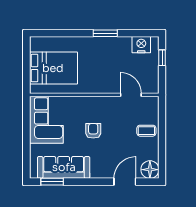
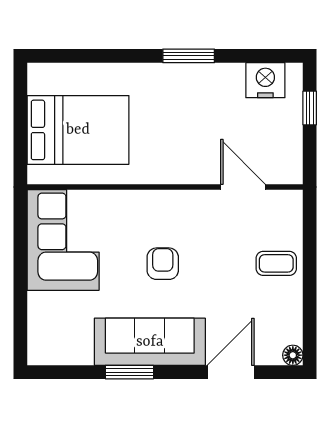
sofa: (64, 167) -> (150, 342), moved
floor lamp: (150, 170) -> (293, 355), width x0.53, depth x0.53
window: (52, 182) -> (129, 372), moved

